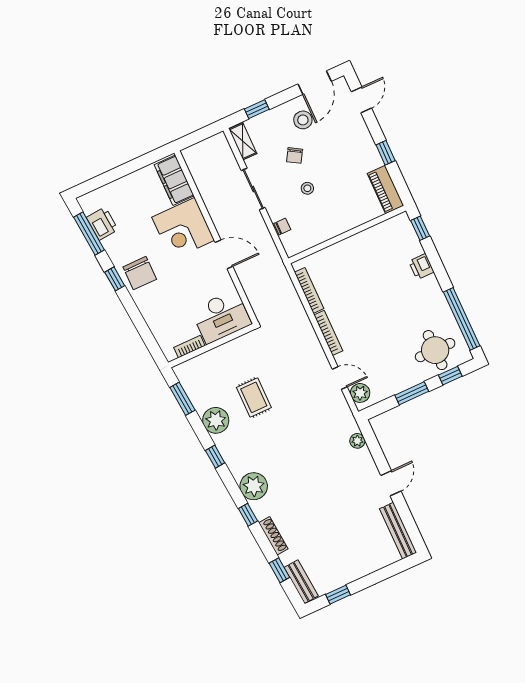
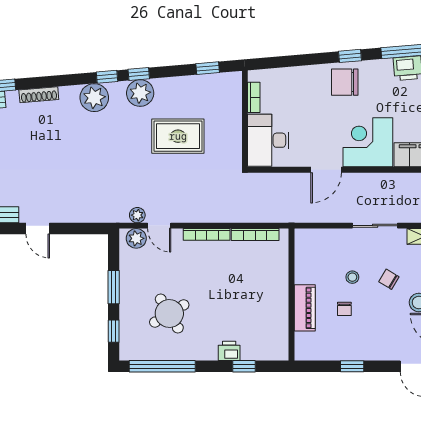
piano: (385, 189) -> (305, 308), moved, turned 90
chair: (282, 227) -> (344, 309), moved
window: (420, 228) -> (244, 366), moved
round table: (435, 350) -> (169, 314), moved, turned -31
door: (340, 378) -> (159, 226), hinge flipped
rug: (254, 397) -> (178, 136), width x1.36, depth x1.43
window: (182, 399) -> (208, 68), width x0.67
plant: (216, 420) -> (140, 93), moved
plant: (357, 441) -> (137, 215), moved
window: (248, 515) -> (107, 77), moved

